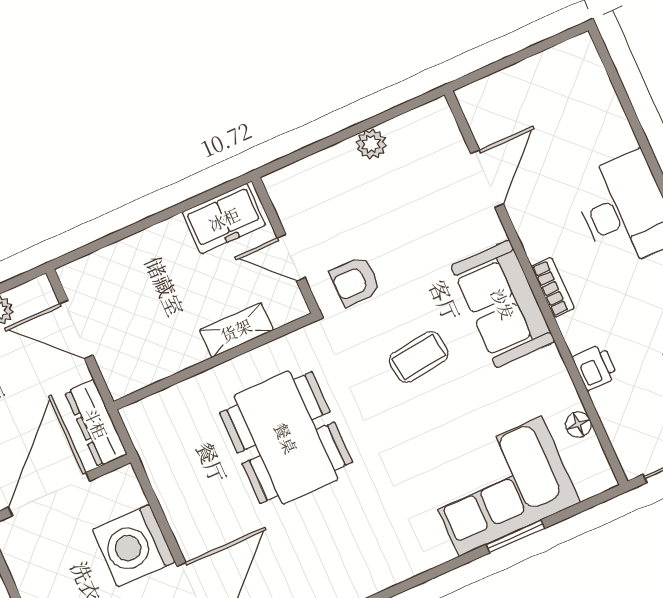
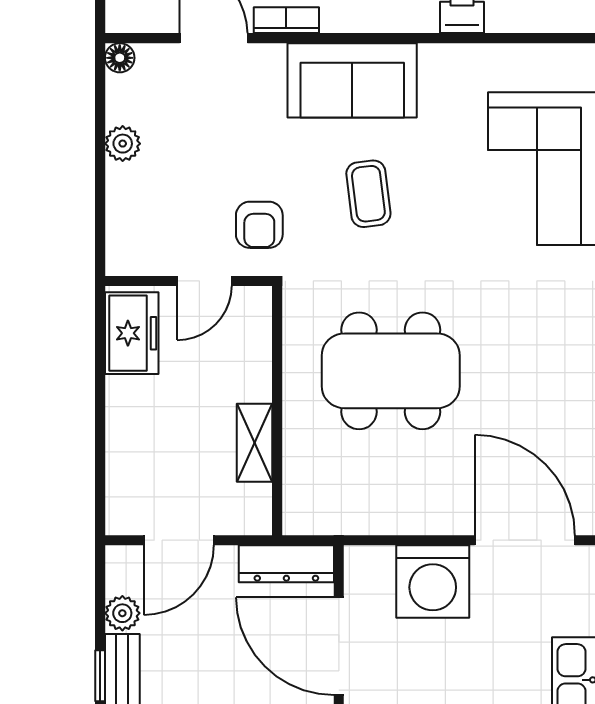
bookcase: (553, 287) -> (286, 20), moved
shelving: (236, 330) -> (255, 443), moved
floor lamp: (578, 425) -> (120, 58), moved

